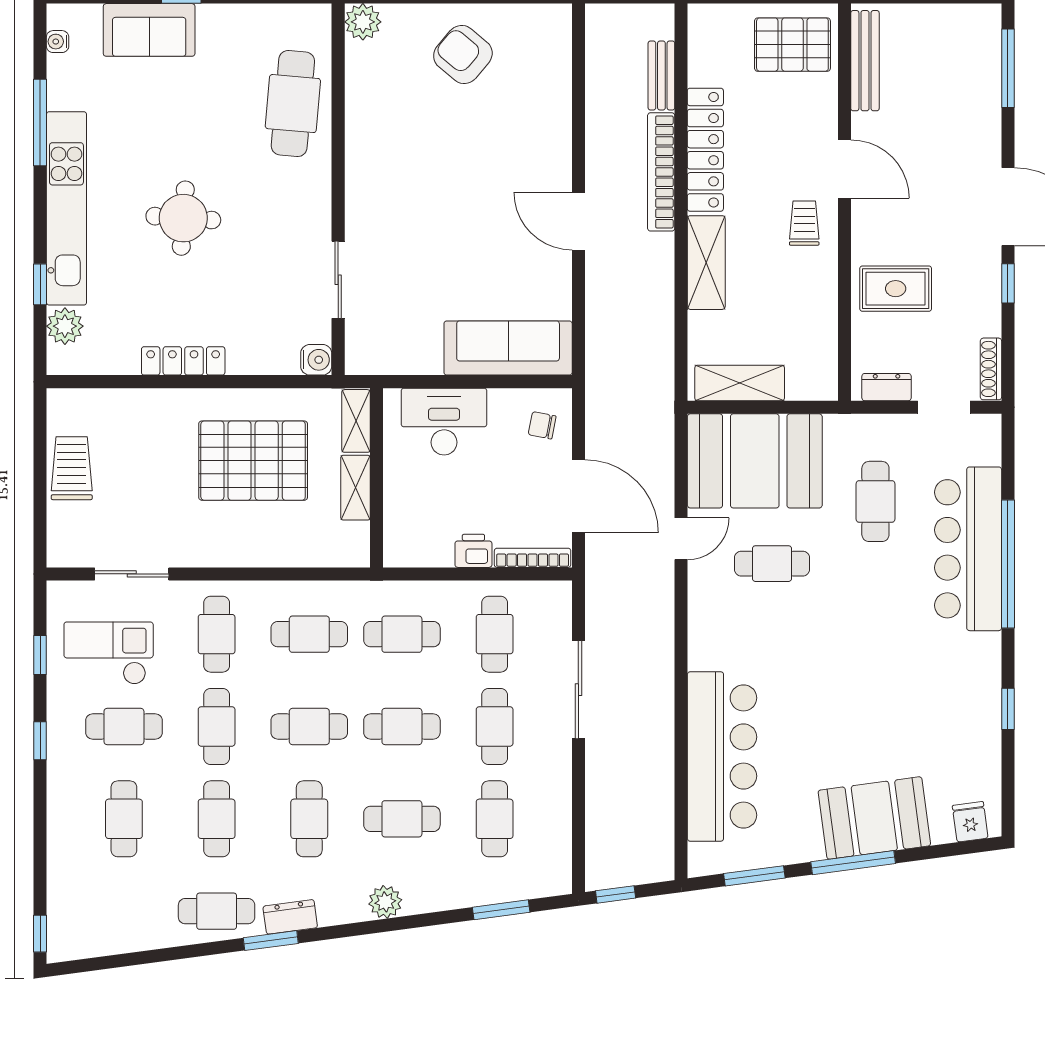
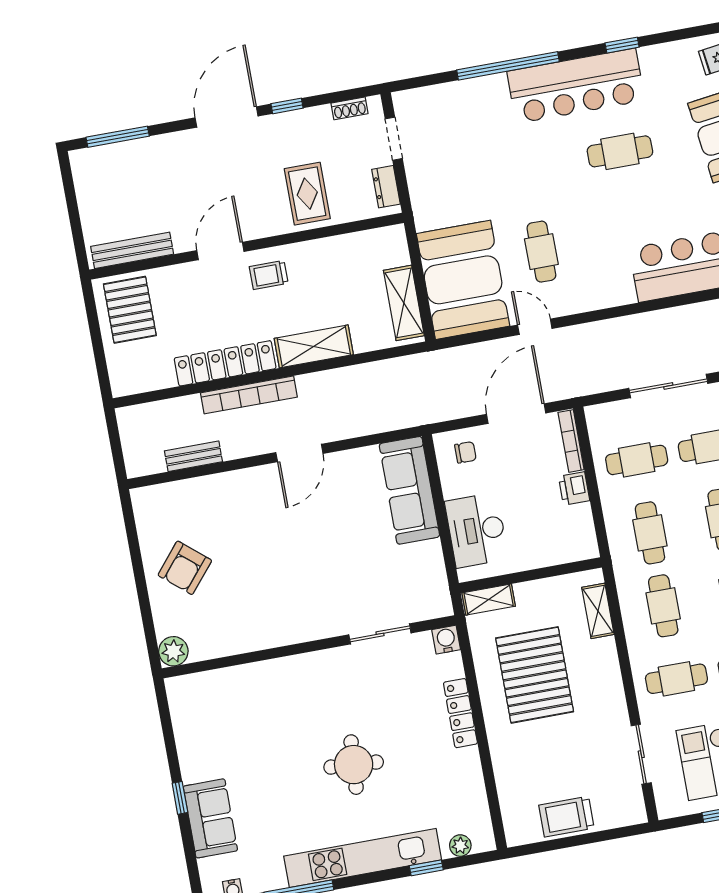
bench: (661, 76) -> (193, 456), moved
cafe table: (293, 104) -> (248, 695), removed
plant: (65, 326) -> (460, 846), width x0.73, depth x0.73
locker: (183, 361) -> (460, 713), moved
shoe rack: (991, 369) -> (350, 108), width x0.70
chair: (542, 425) -> (465, 452), turned -101
shelving: (355, 488) -> (598, 611), moved, turned 90
cafe table: (875, 501) -> (620, 151), moved
bar counter: (968, 549) -> (576, 86), moved

